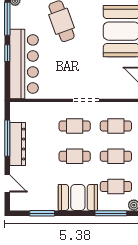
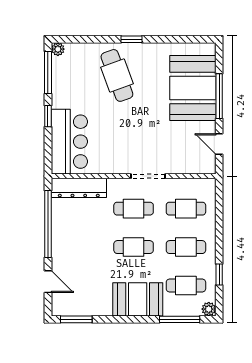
bar counter: (24, 64) -> (69, 142), width x0.73
window: (7, 138) -> (48, 224), width x1.46
dresser: (18, 144) -> (79, 188), moved, turned 90
window: (42, 213) -> (76, 319), moved

